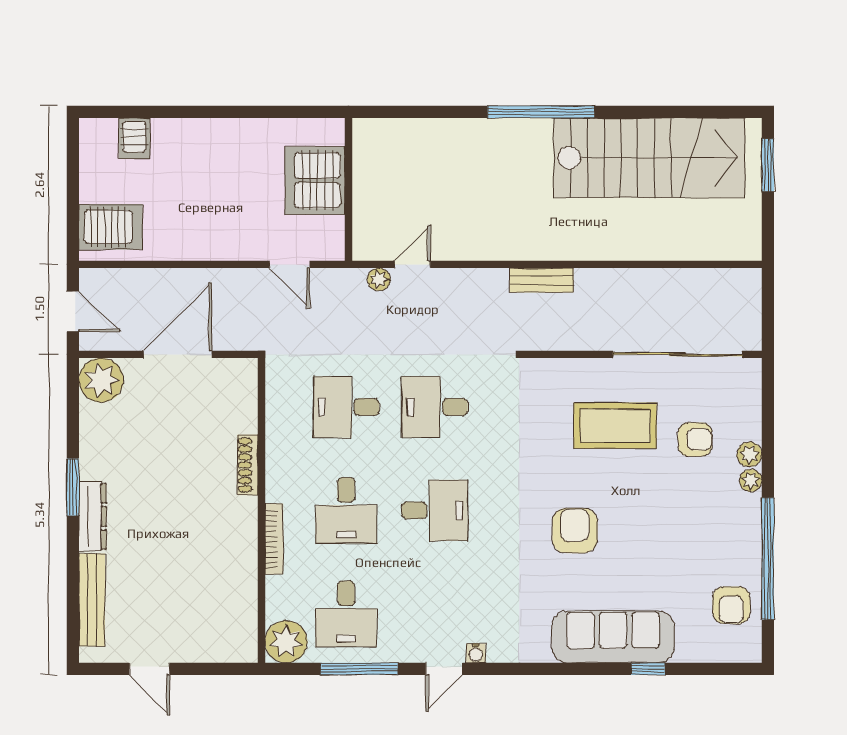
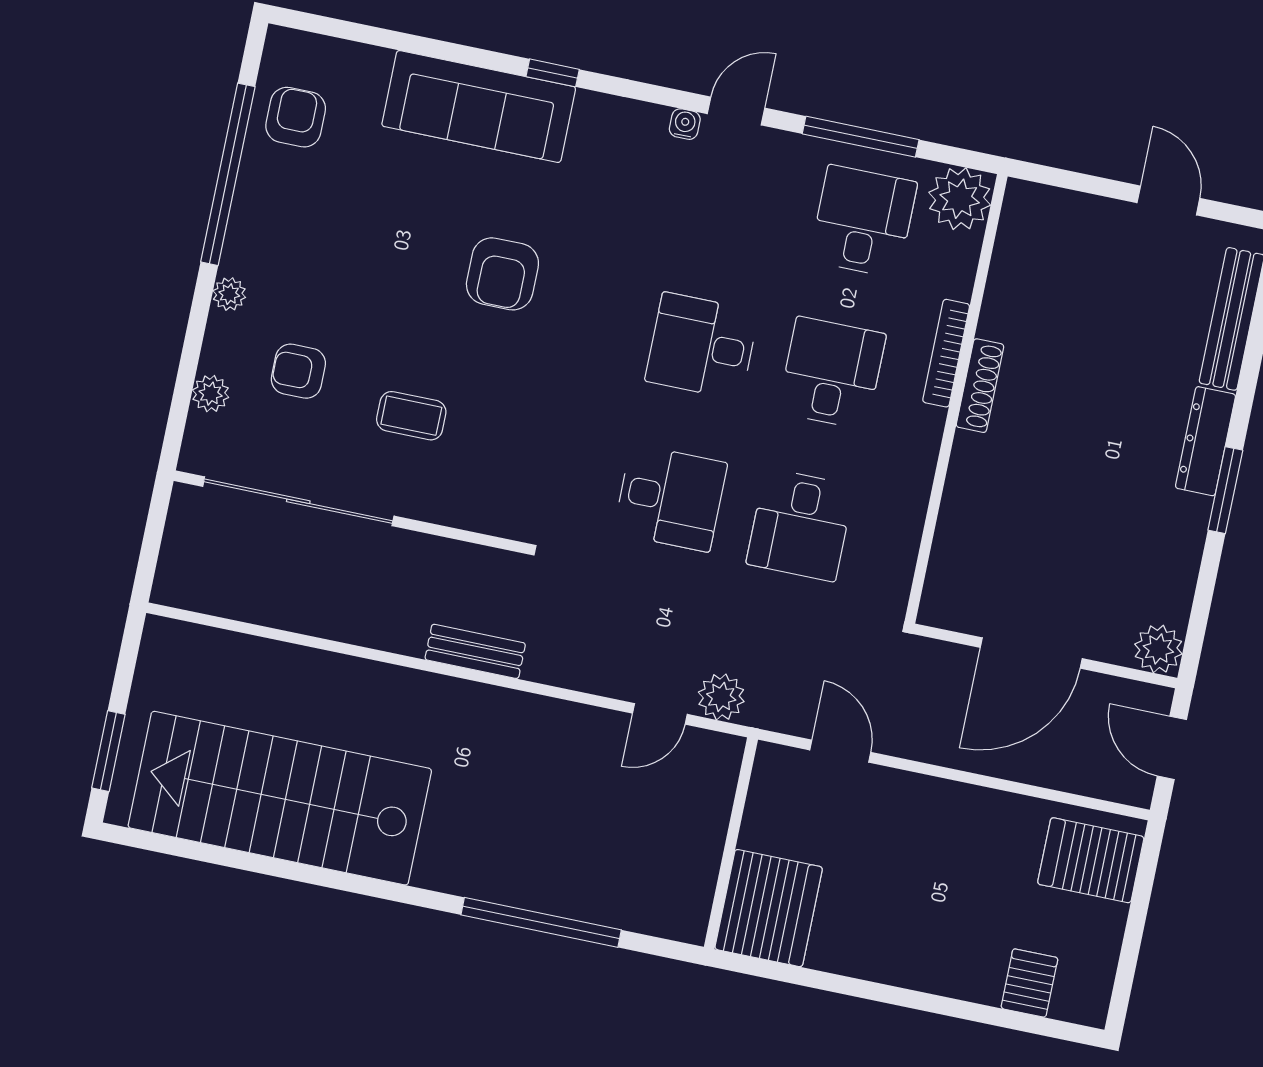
window: (541, 112) -> (541, 922), moved
server rack: (315, 180) -> (769, 908), moved
plant: (379, 279) -> (721, 697), width x1.38, depth x1.38
plant: (101, 380) -> (1158, 649), width x0.73, depth x0.73
desk: (346, 407) -> (800, 525), turned 90
coffee table: (615, 426) -> (411, 416), width x0.54, depth x0.58
plant: (749, 454) -> (211, 394), moved
shoe rack: (248, 465) -> (980, 386), moved
window: (648, 669) -> (553, 73), moved

